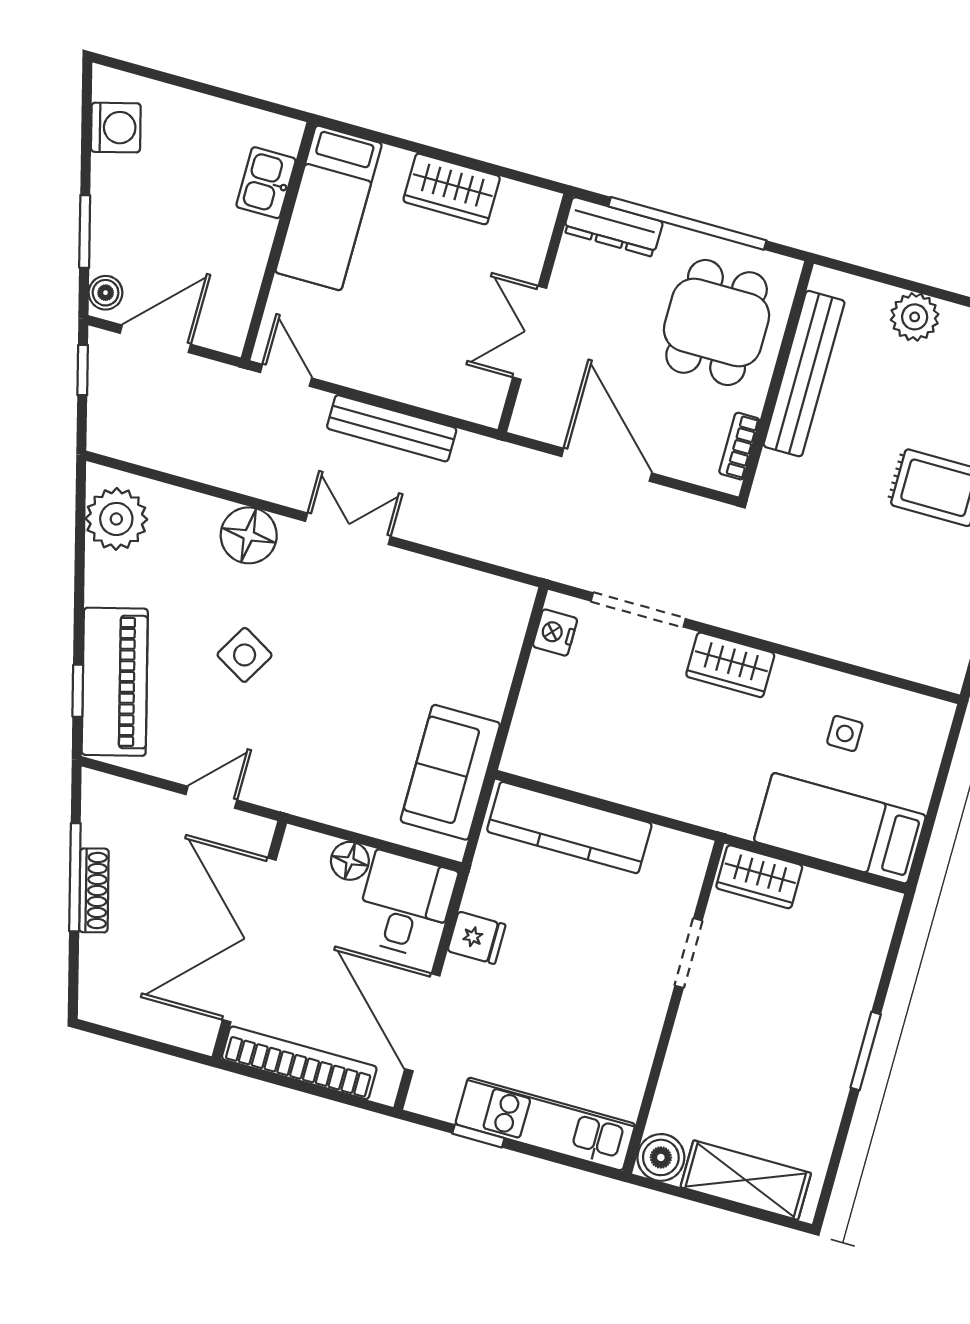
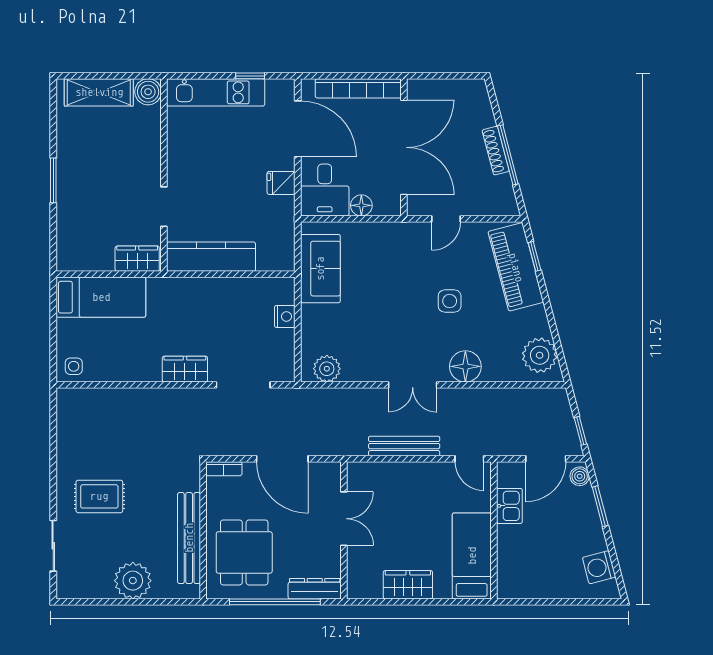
kitchen sink: (266, 183) -> (509, 506), moved
plant: (915, 317) -> (133, 581), width x1.36, depth x1.36
bookcase: (739, 446) -> (224, 469), moved, turned 90
plant: (487, 598) -> (327, 369), added
nightstand: (555, 633) -> (285, 316), moved
side table: (245, 655) -> (450, 301), turned -30
side table: (845, 733) -> (74, 366), moved
kitchen counter: (569, 827) -> (211, 257), moved

